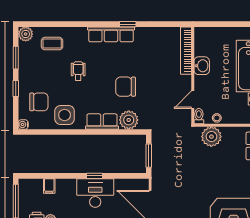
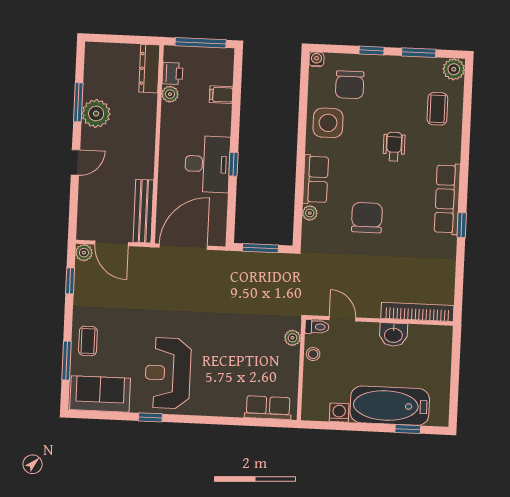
wheelchair: (78, 71) -> (394, 147), turned -90
plant: (129, 120) -> (310, 213), width x0.53, depth x0.53
plant: (211, 137) -> (292, 338), width x0.53, depth x0.53

